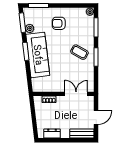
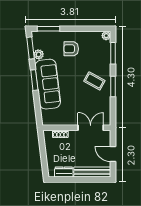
door: (96, 117) -> (113, 154), swing flipped
bench: (82, 133) -> (92, 172), width x1.36

